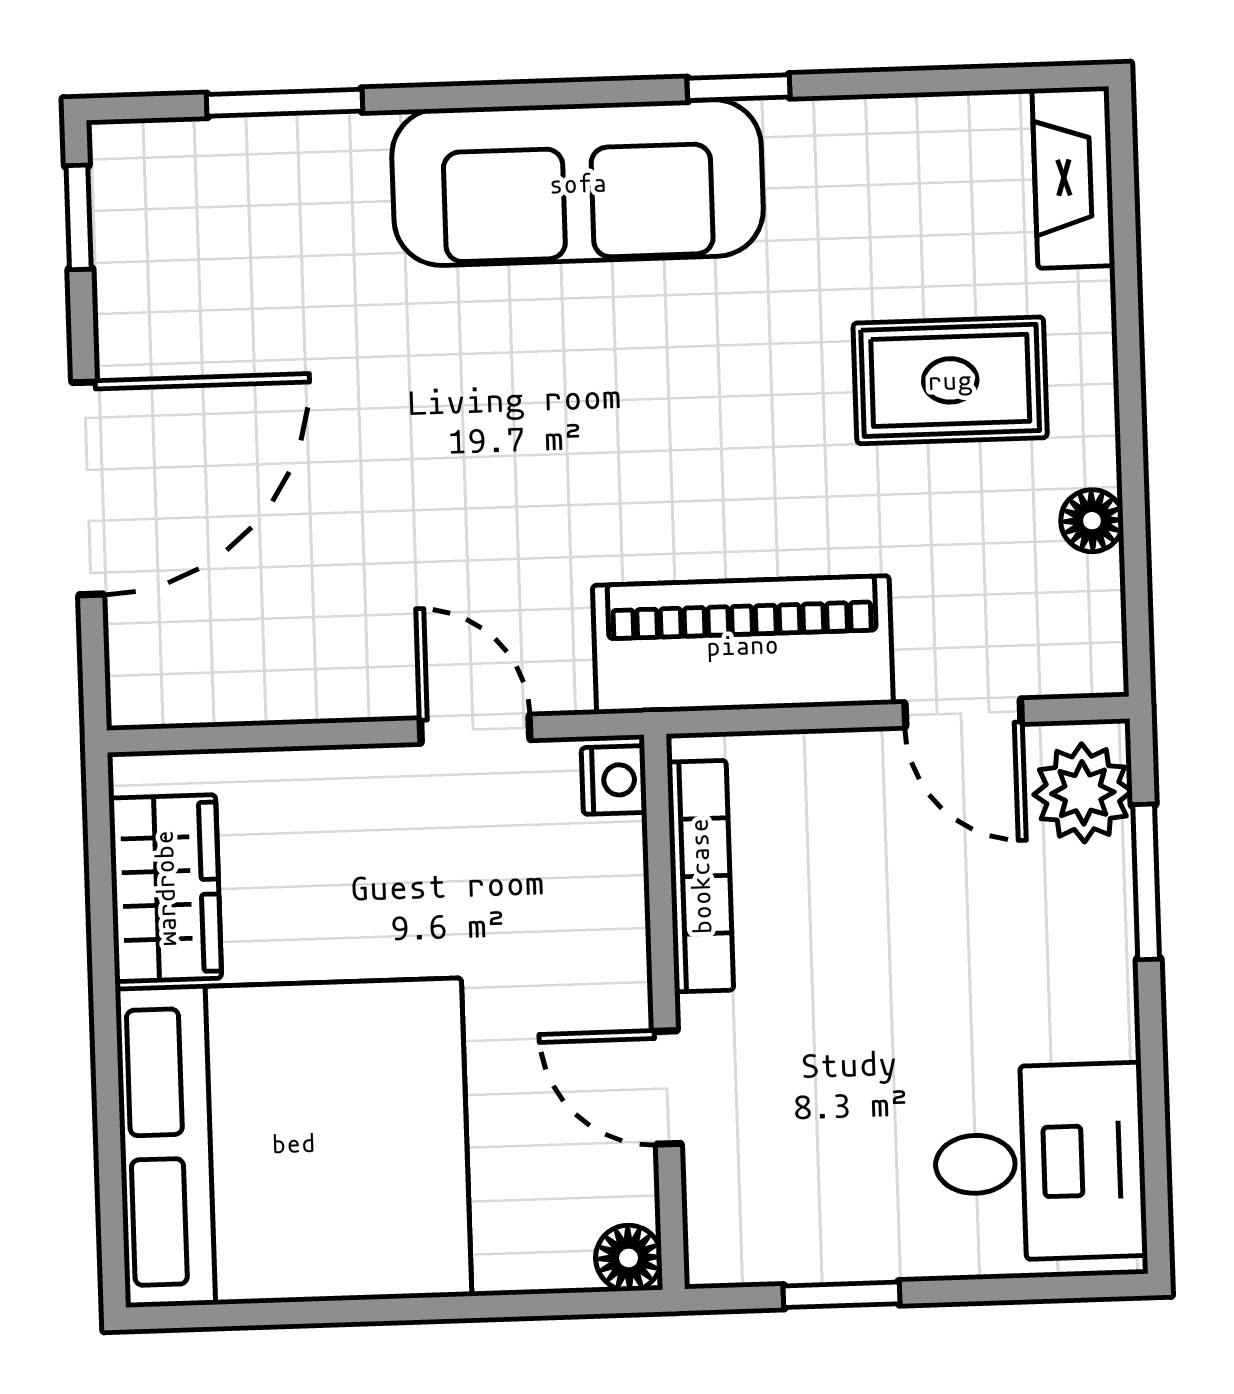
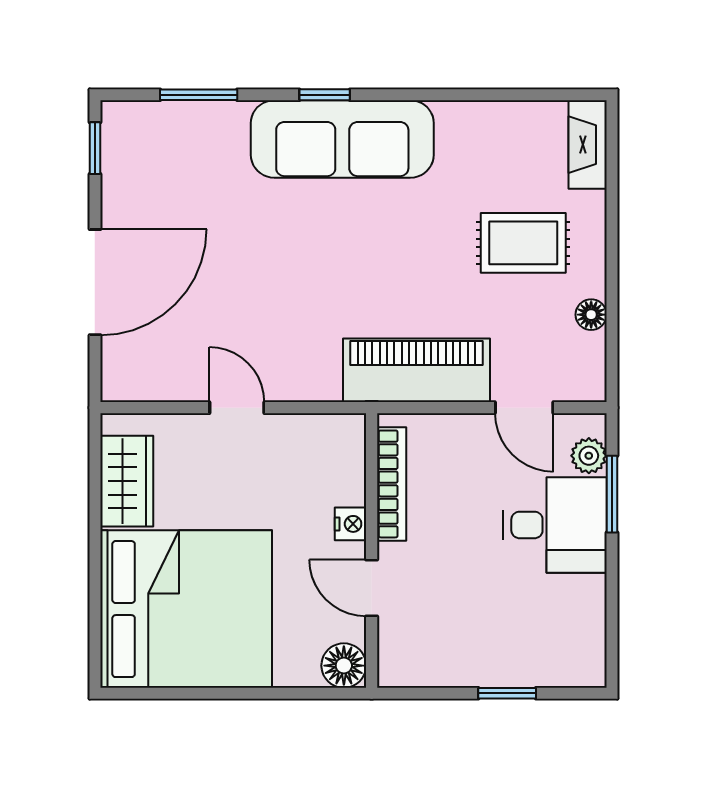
window: (738, 88) -> (325, 95), moved
door: (475, 729) -> (237, 408), moved
nightstand: (614, 780) -> (351, 524), moved
plant: (1083, 793) -> (589, 456), width x0.73, depth x0.73
desk: (1040, 1162) -> (555, 525), moved
floor lamp: (629, 1258) -> (344, 666), width x1.37, depth x1.37
window: (842, 1295) -> (507, 693), moved

